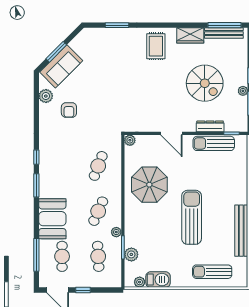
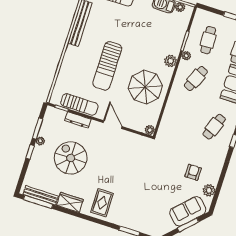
cafe table: (98, 166) -> (214, 127), moved
sun lounger: (192, 217) -> (107, 66), moved
plant: (131, 254) -> (171, 61), moved

